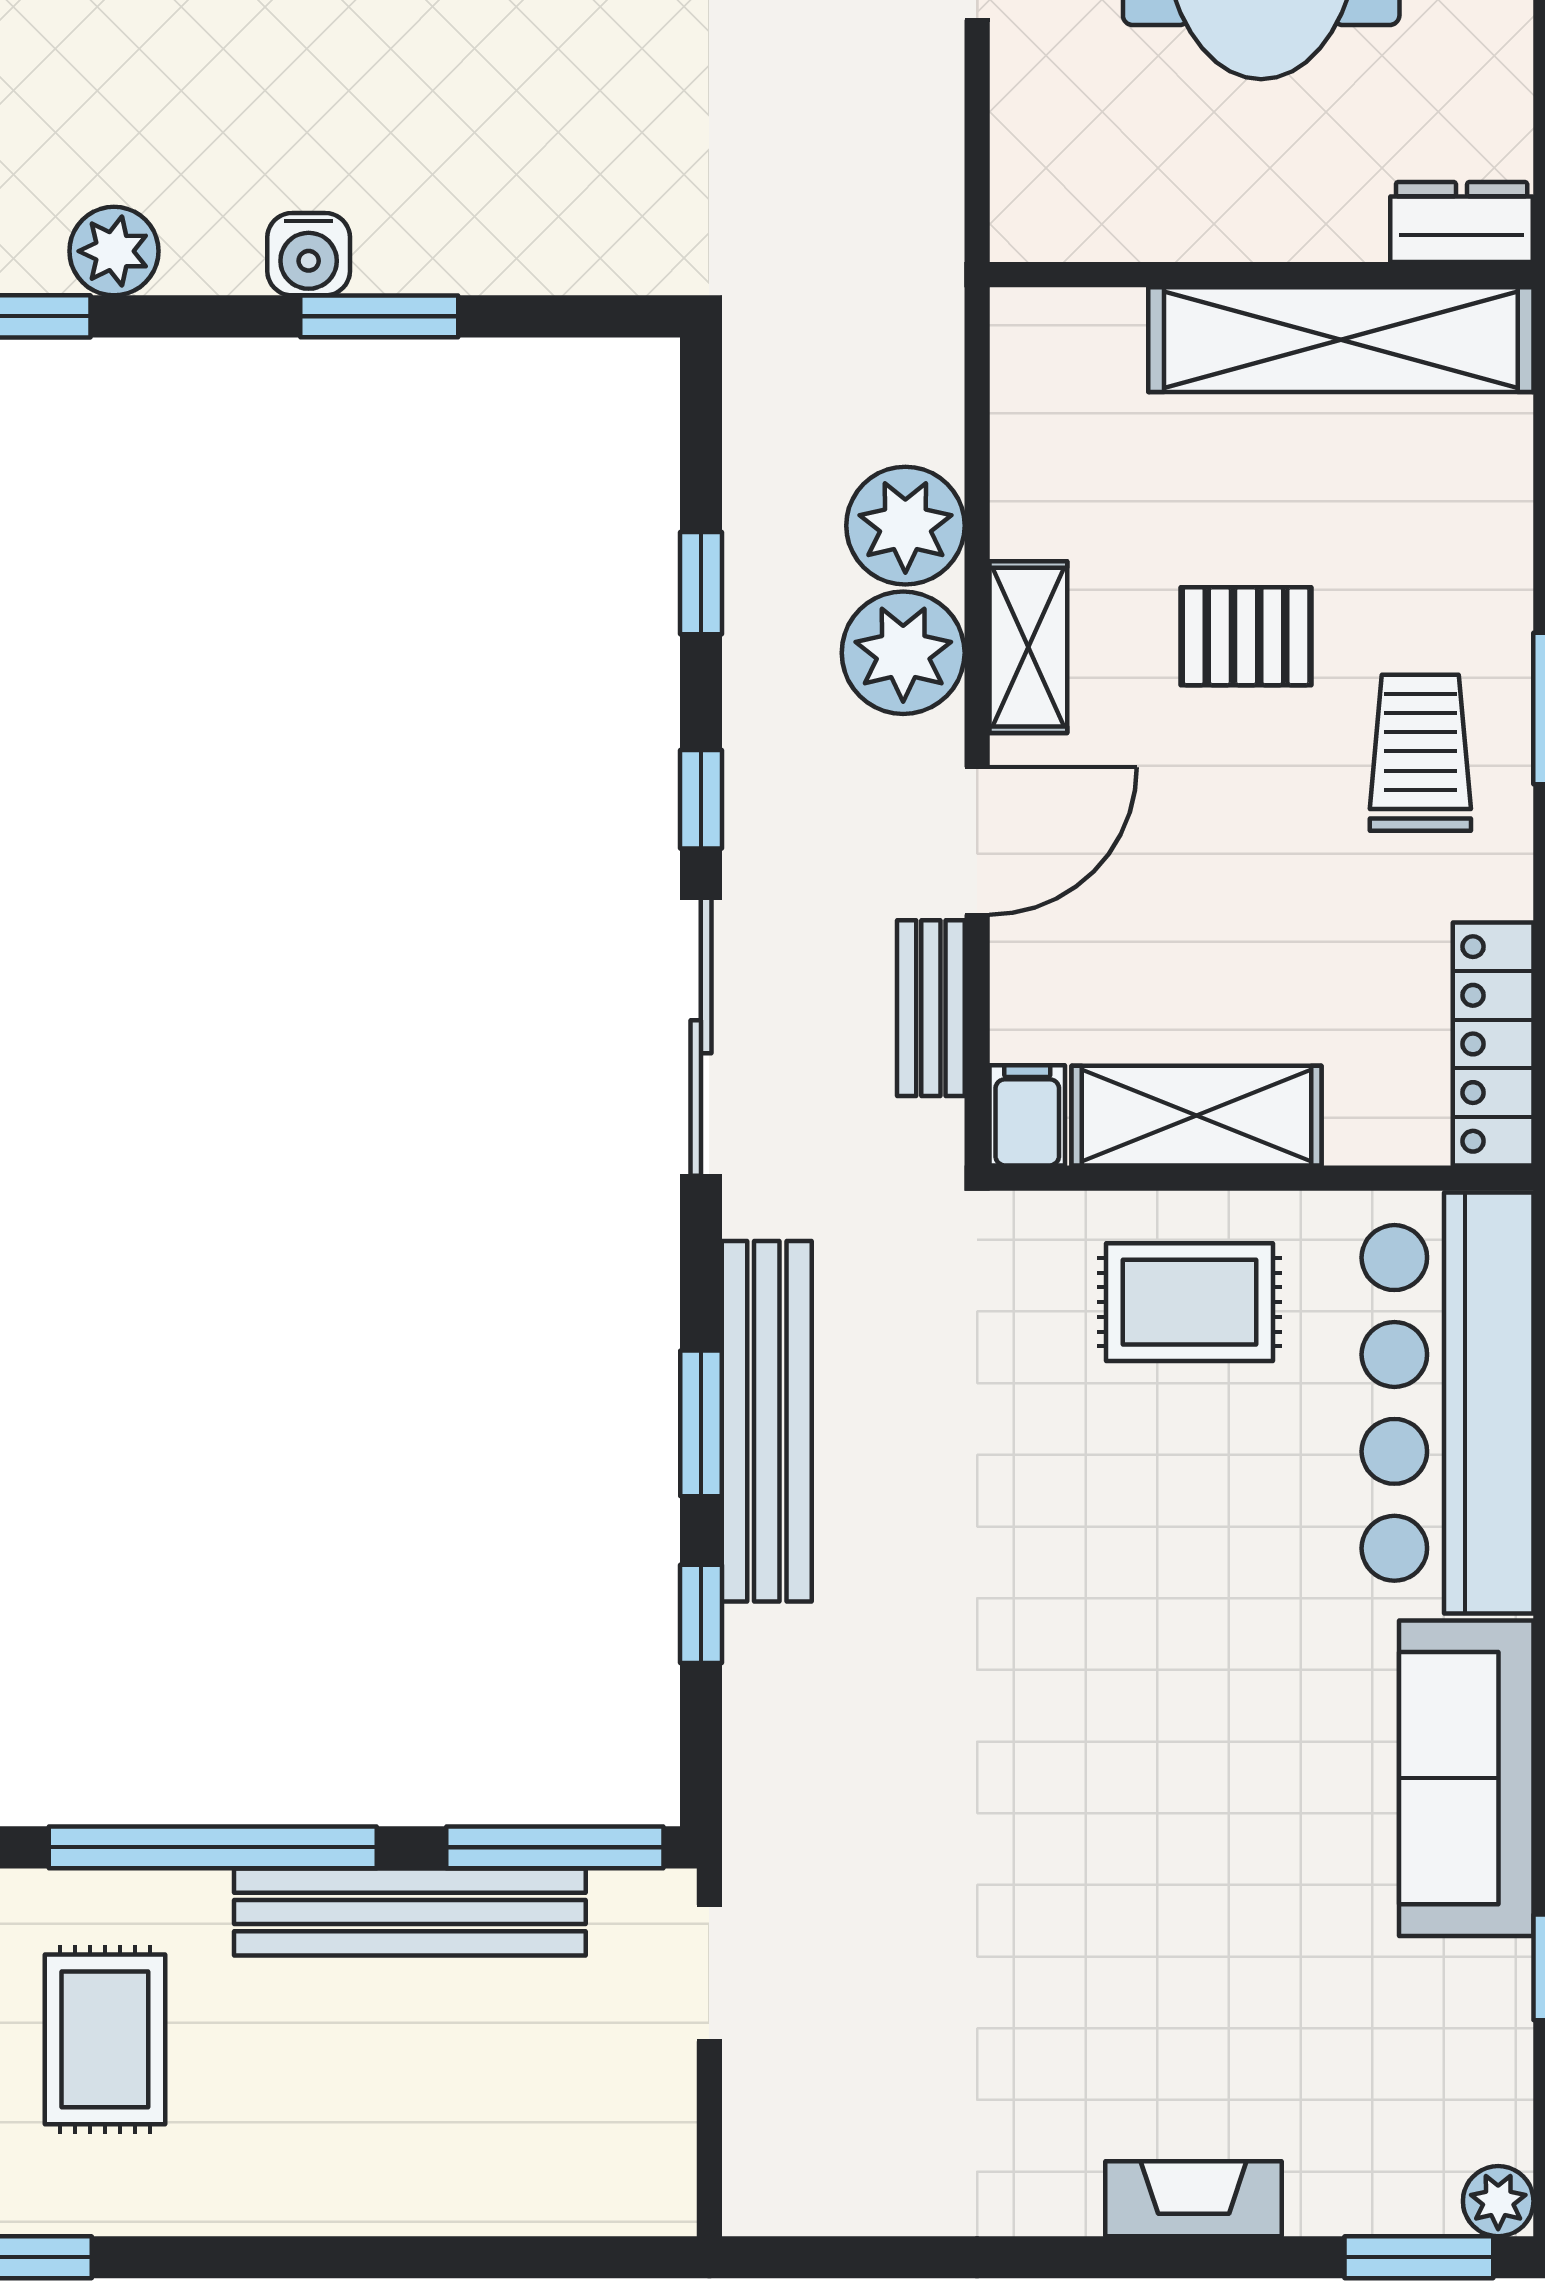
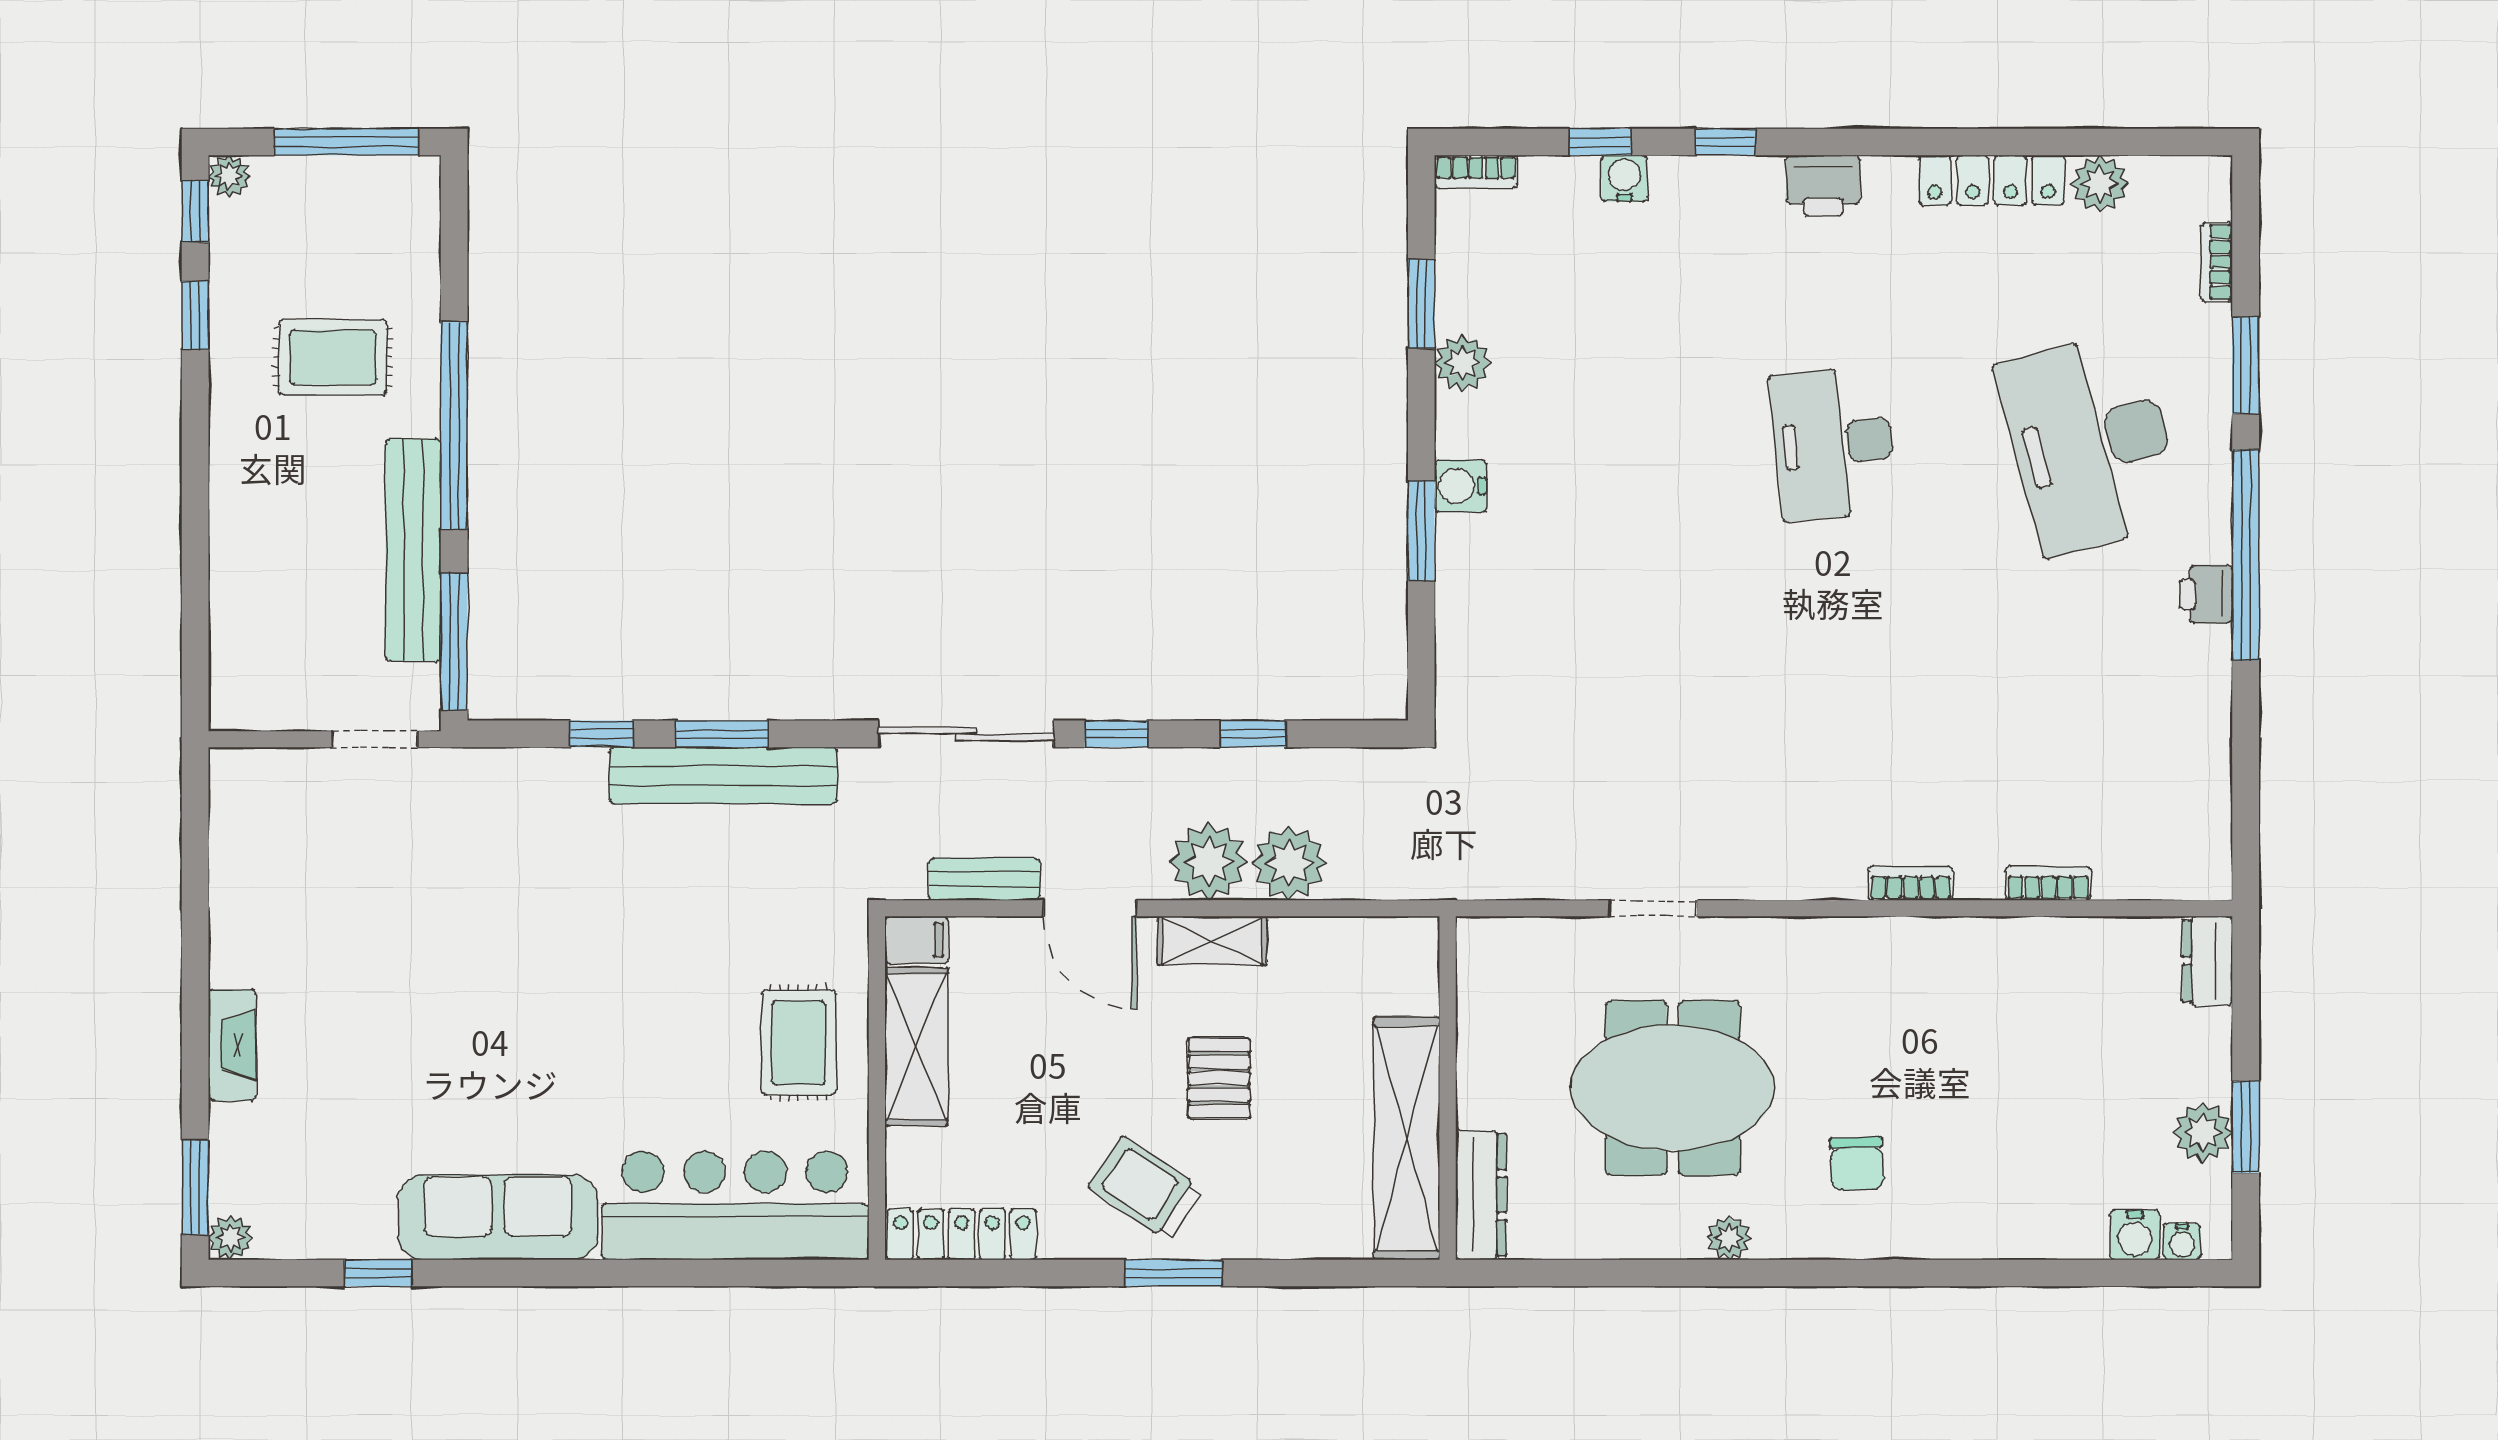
dresser: (1462, 222) -> (1481, 1195), width x1.44
trolley: (1420, 753) -> (1146, 1188), turned -146

